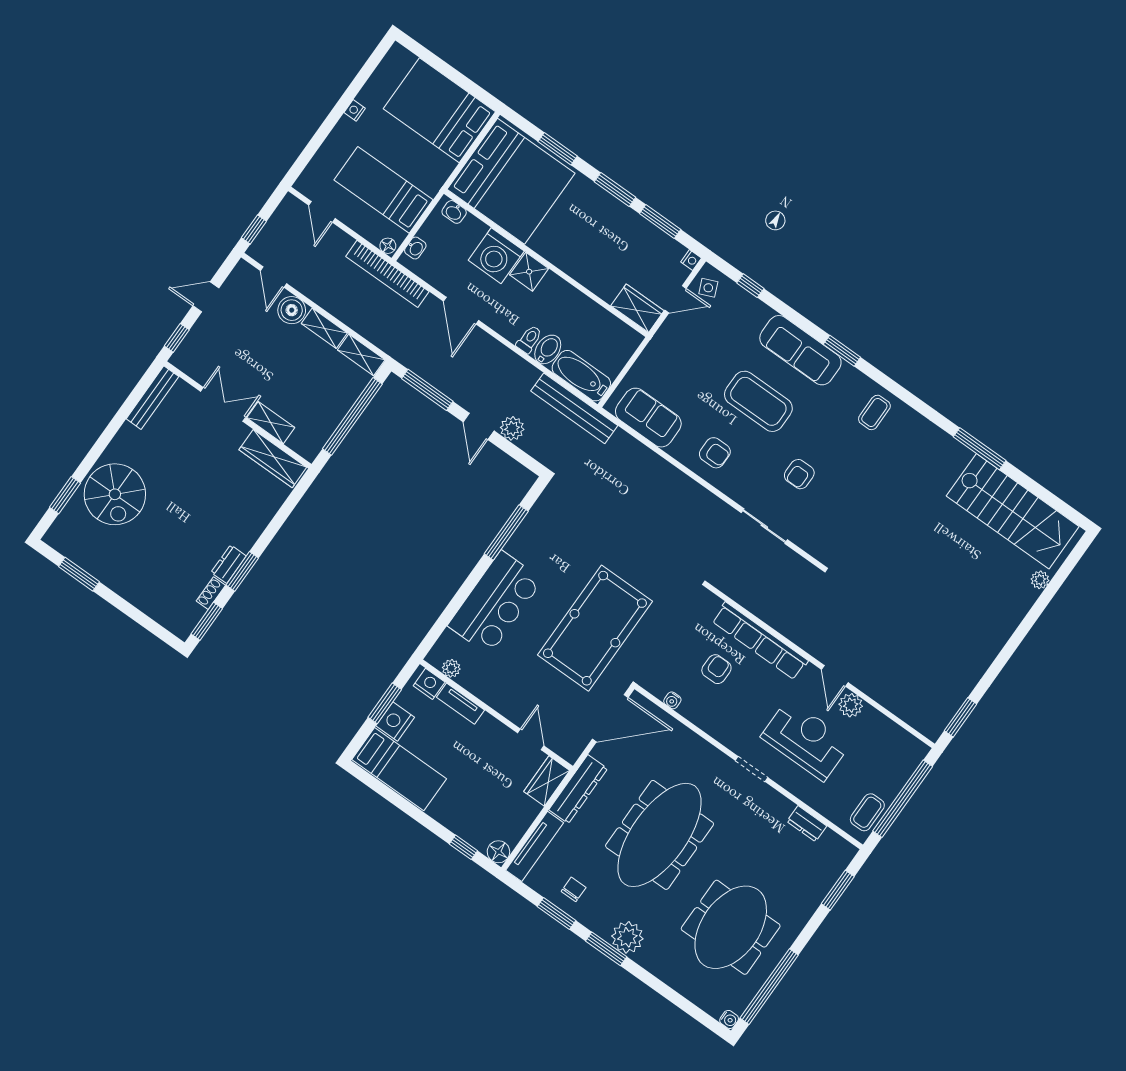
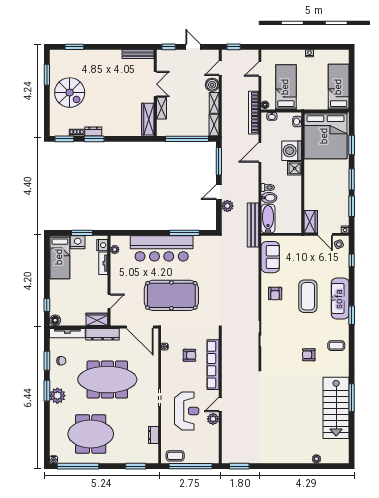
bed: (439, 110) -> (339, 87), width x0.67
armchair: (799, 474) -> (309, 355), moved
spiral stairs: (115, 494) -> (70, 93), moved, turned -90
stairs: (1013, 511) -> (336, 408), moved
bar counter: (495, 603) -> (162, 248), width x1.36

